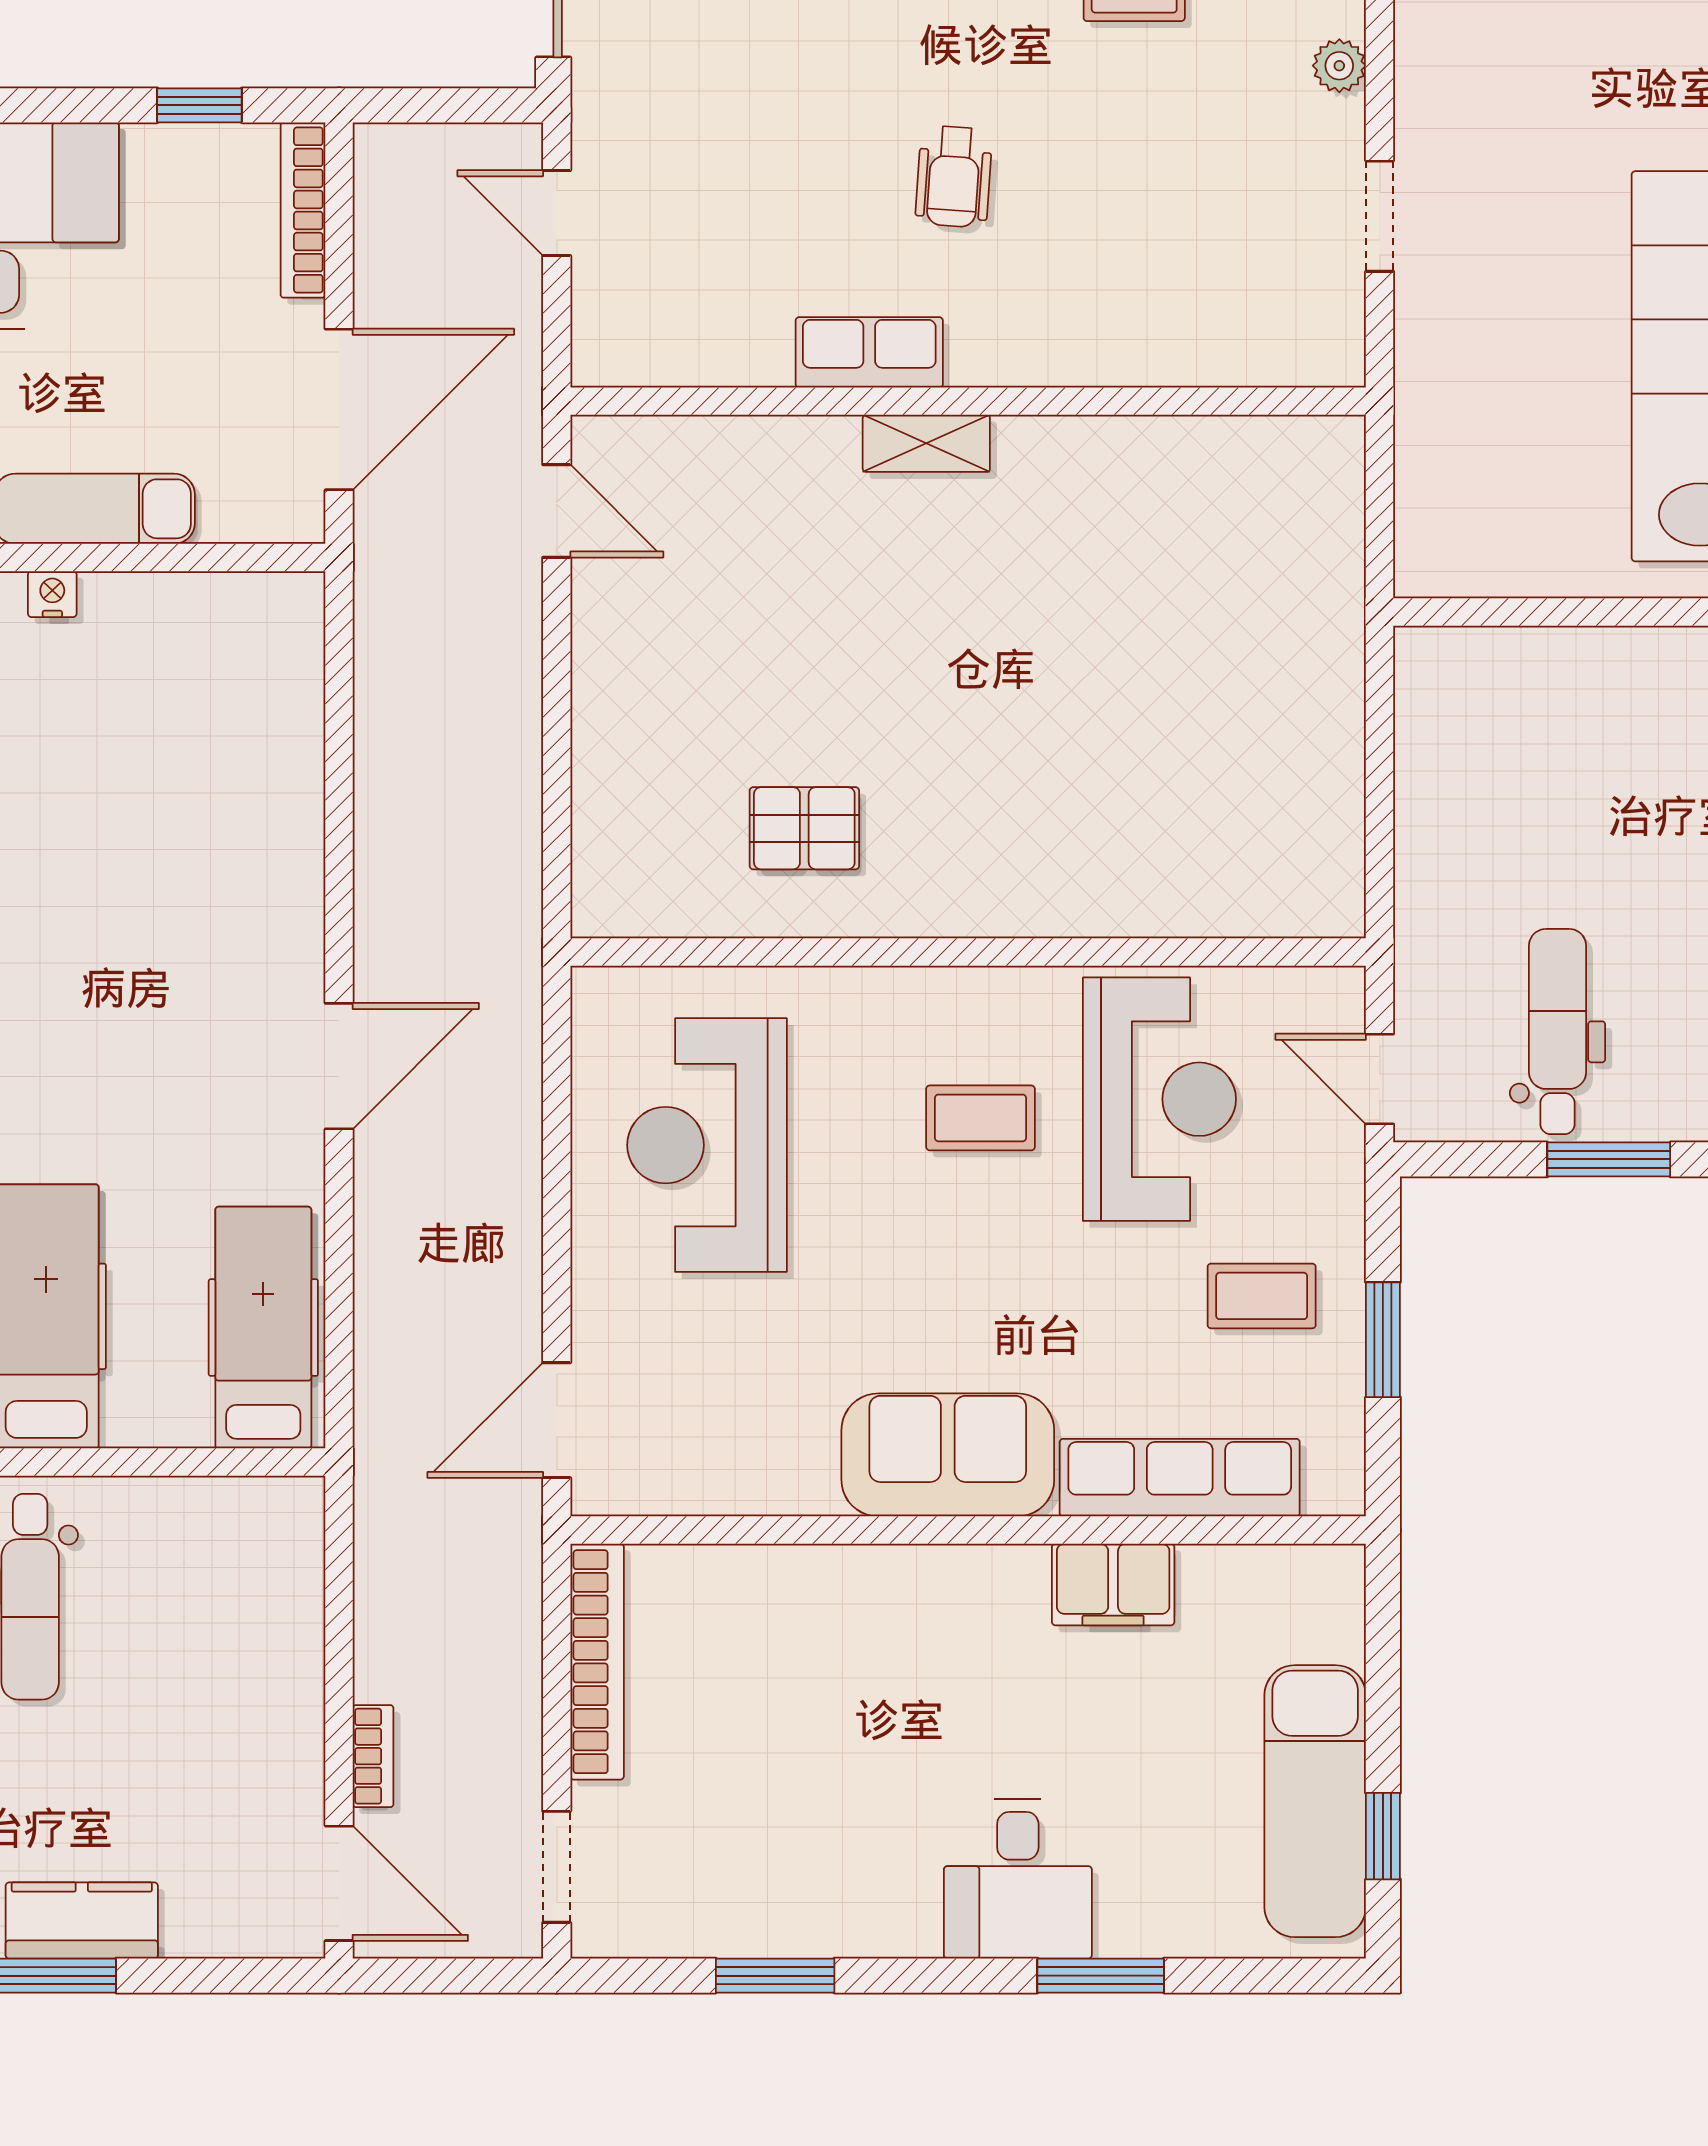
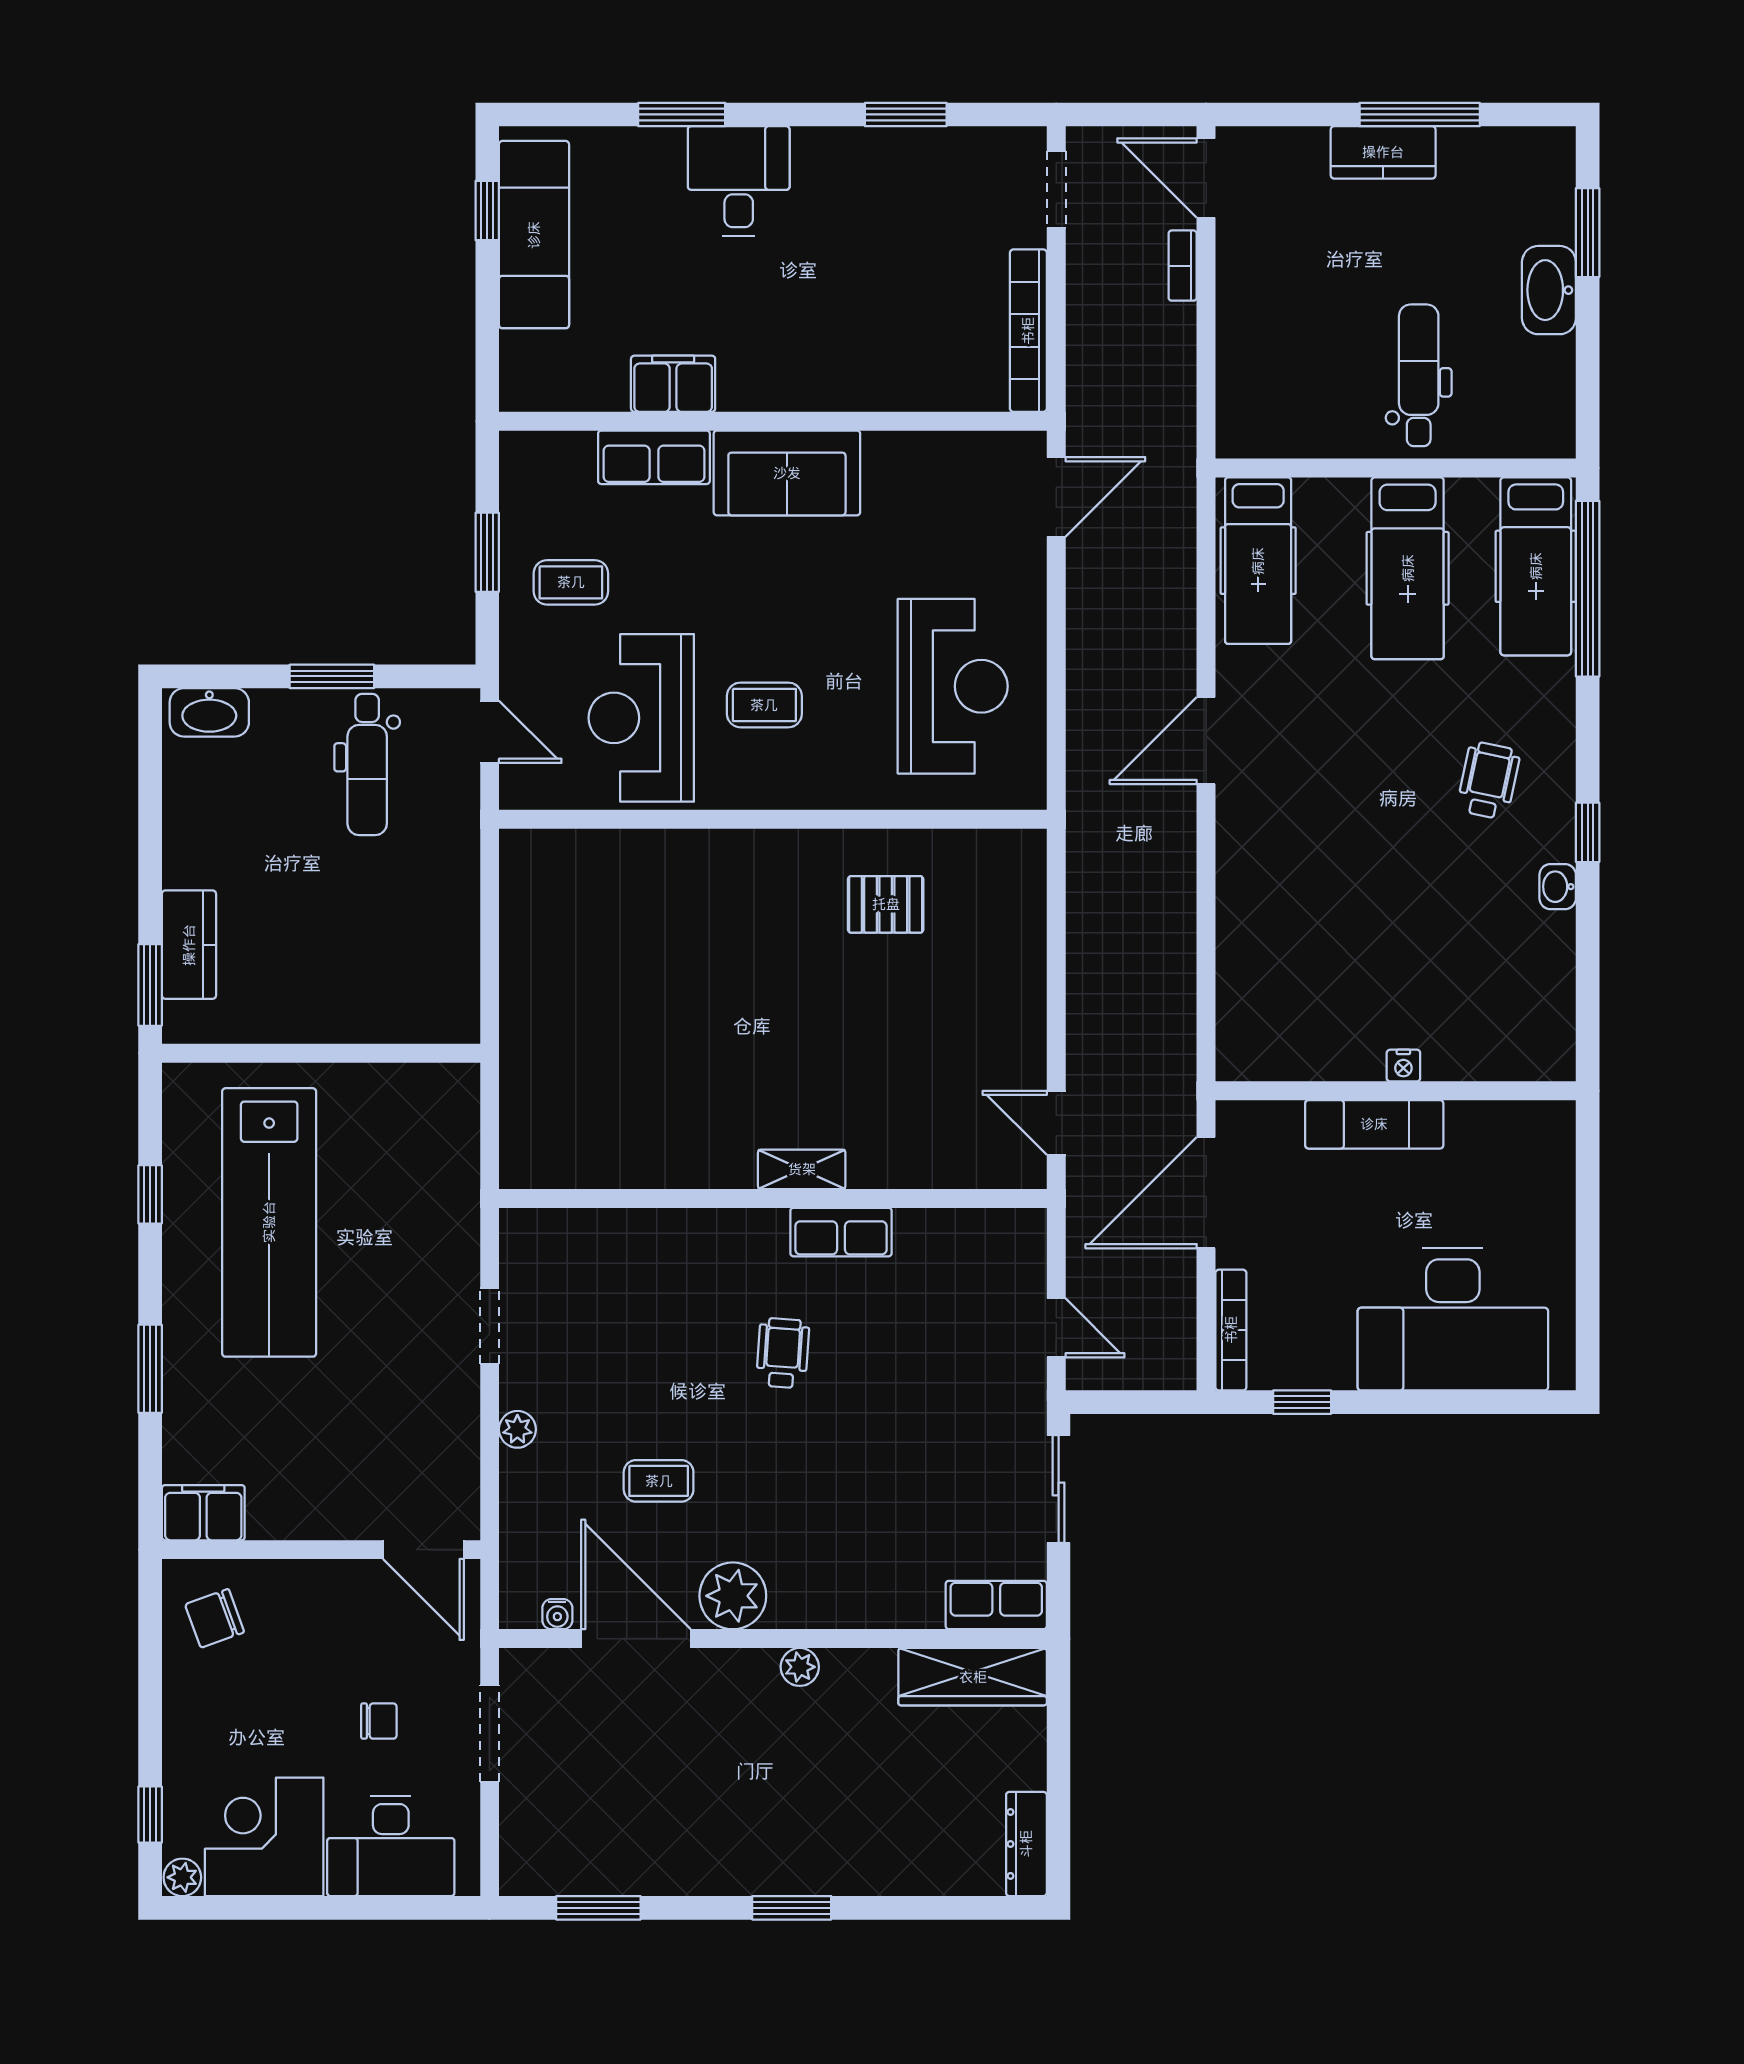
row of seats: (1180, 1478) -> (654, 457), width x0.68

